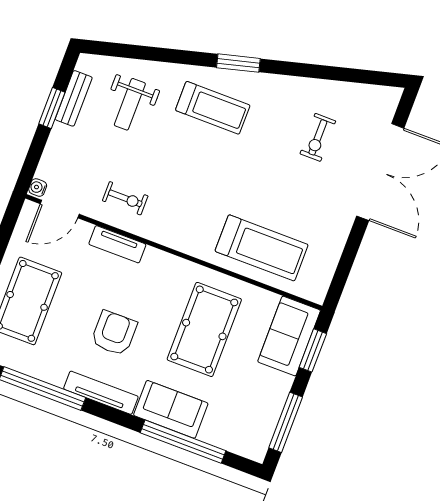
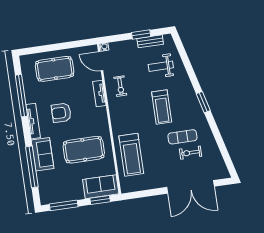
treadmill: (213, 108) -> (162, 107), moved
exercise mat: (281, 136) -> (182, 137), added
armchair: (114, 333) -> (61, 113), turned 180

